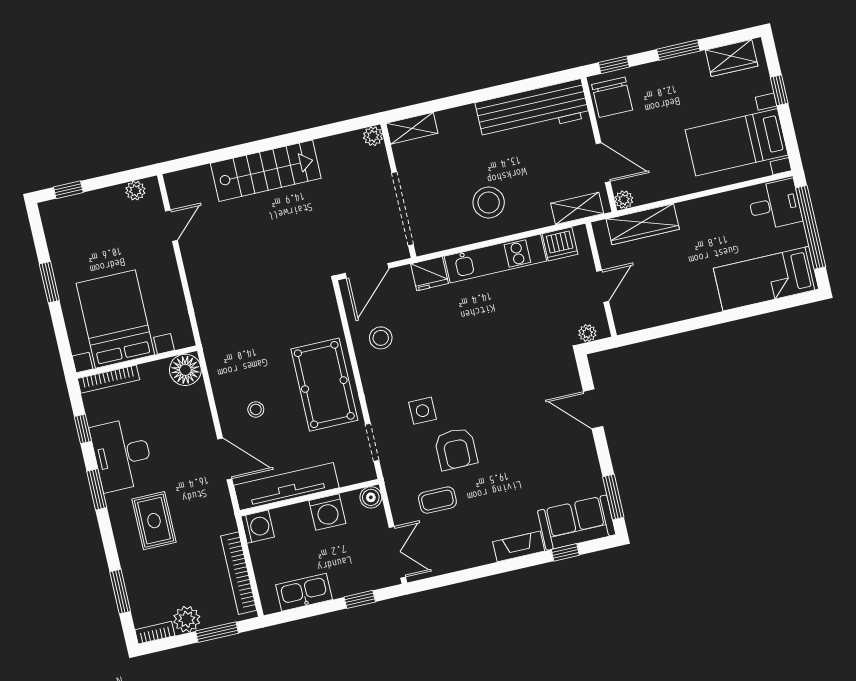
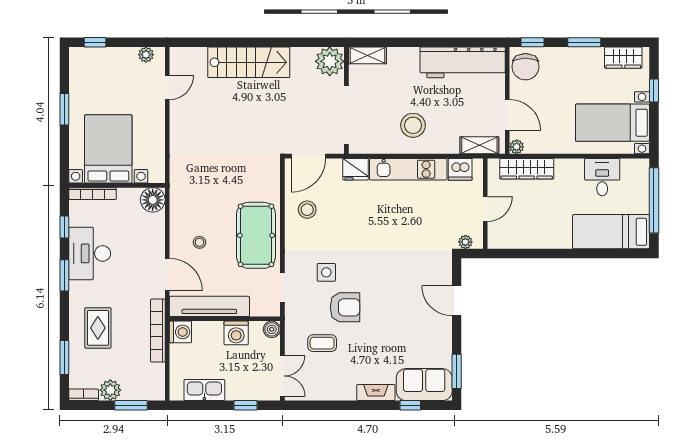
plant: (373, 136) -> (330, 61), width x1.88, depth x1.88
desk: (775, 205) -> (602, 177), moved, turned -90
armchair: (456, 449) -> (345, 307), turned -90
rug: (154, 521) -> (98, 328), moved
bookcase: (239, 573) -> (158, 331), moved

